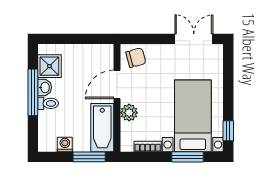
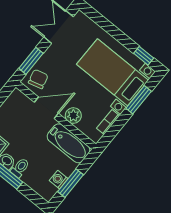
window: (146, 39) -> (31, 61), added
door: (117, 84) -> (46, 108), swing flipped
window: (89, 157) -> (71, 183), moved

